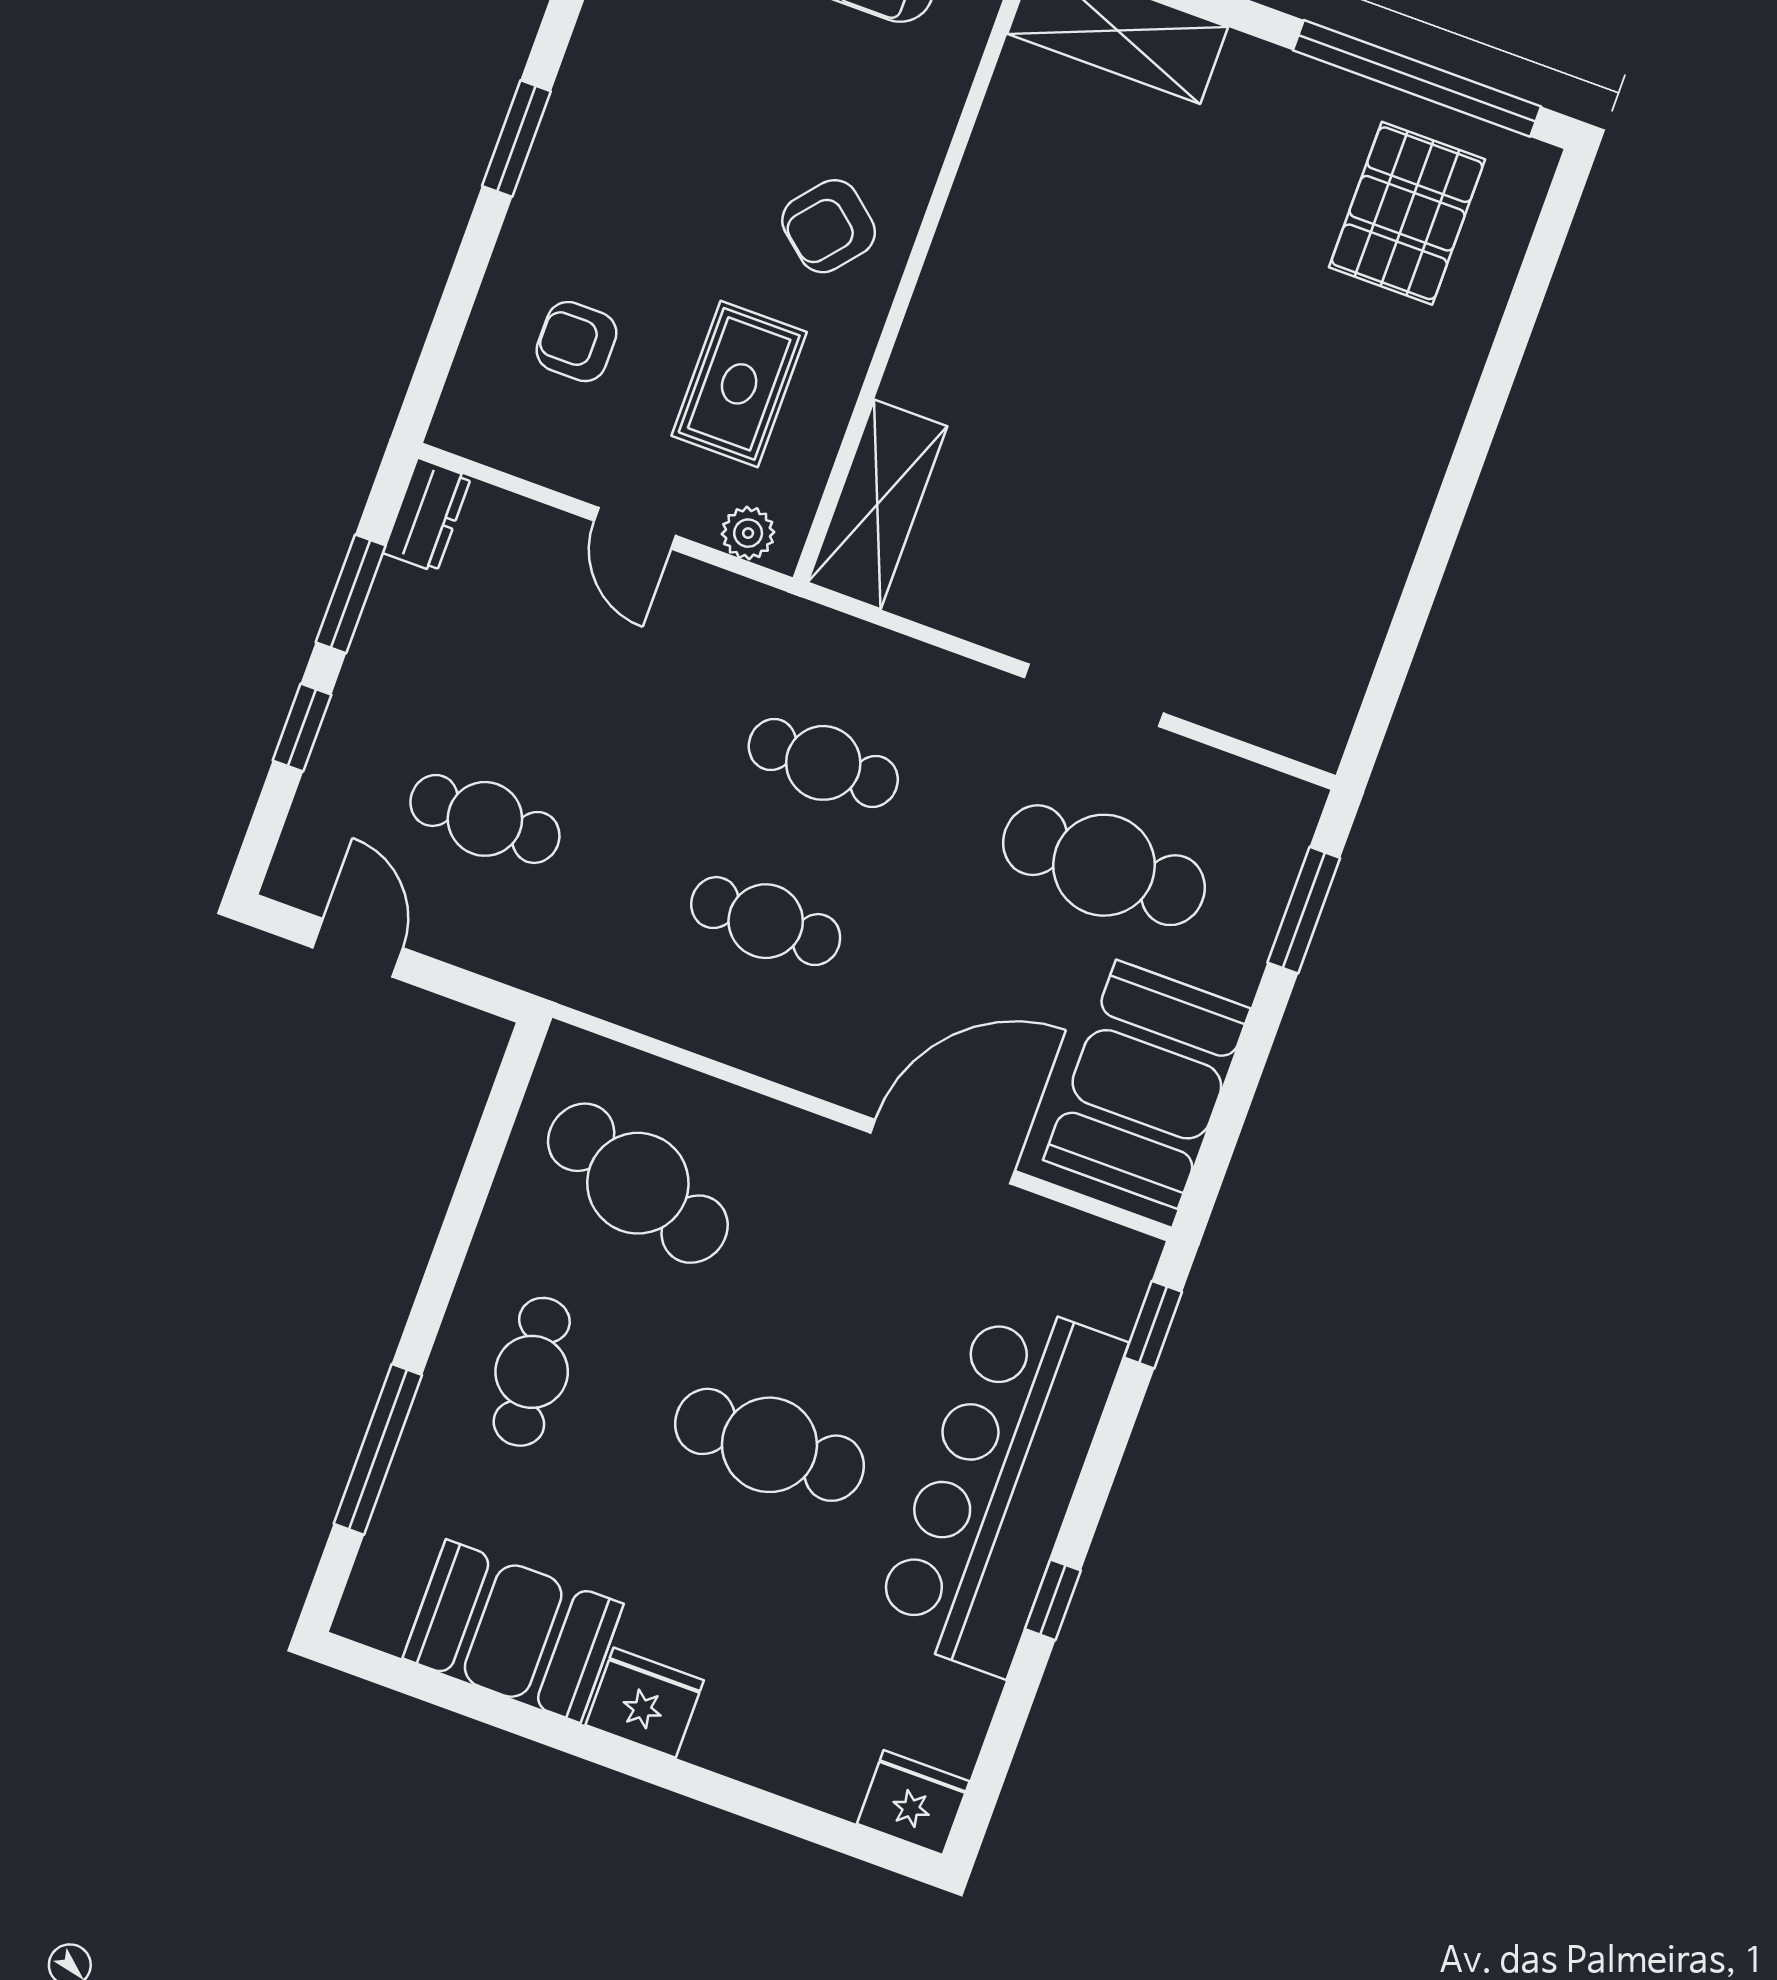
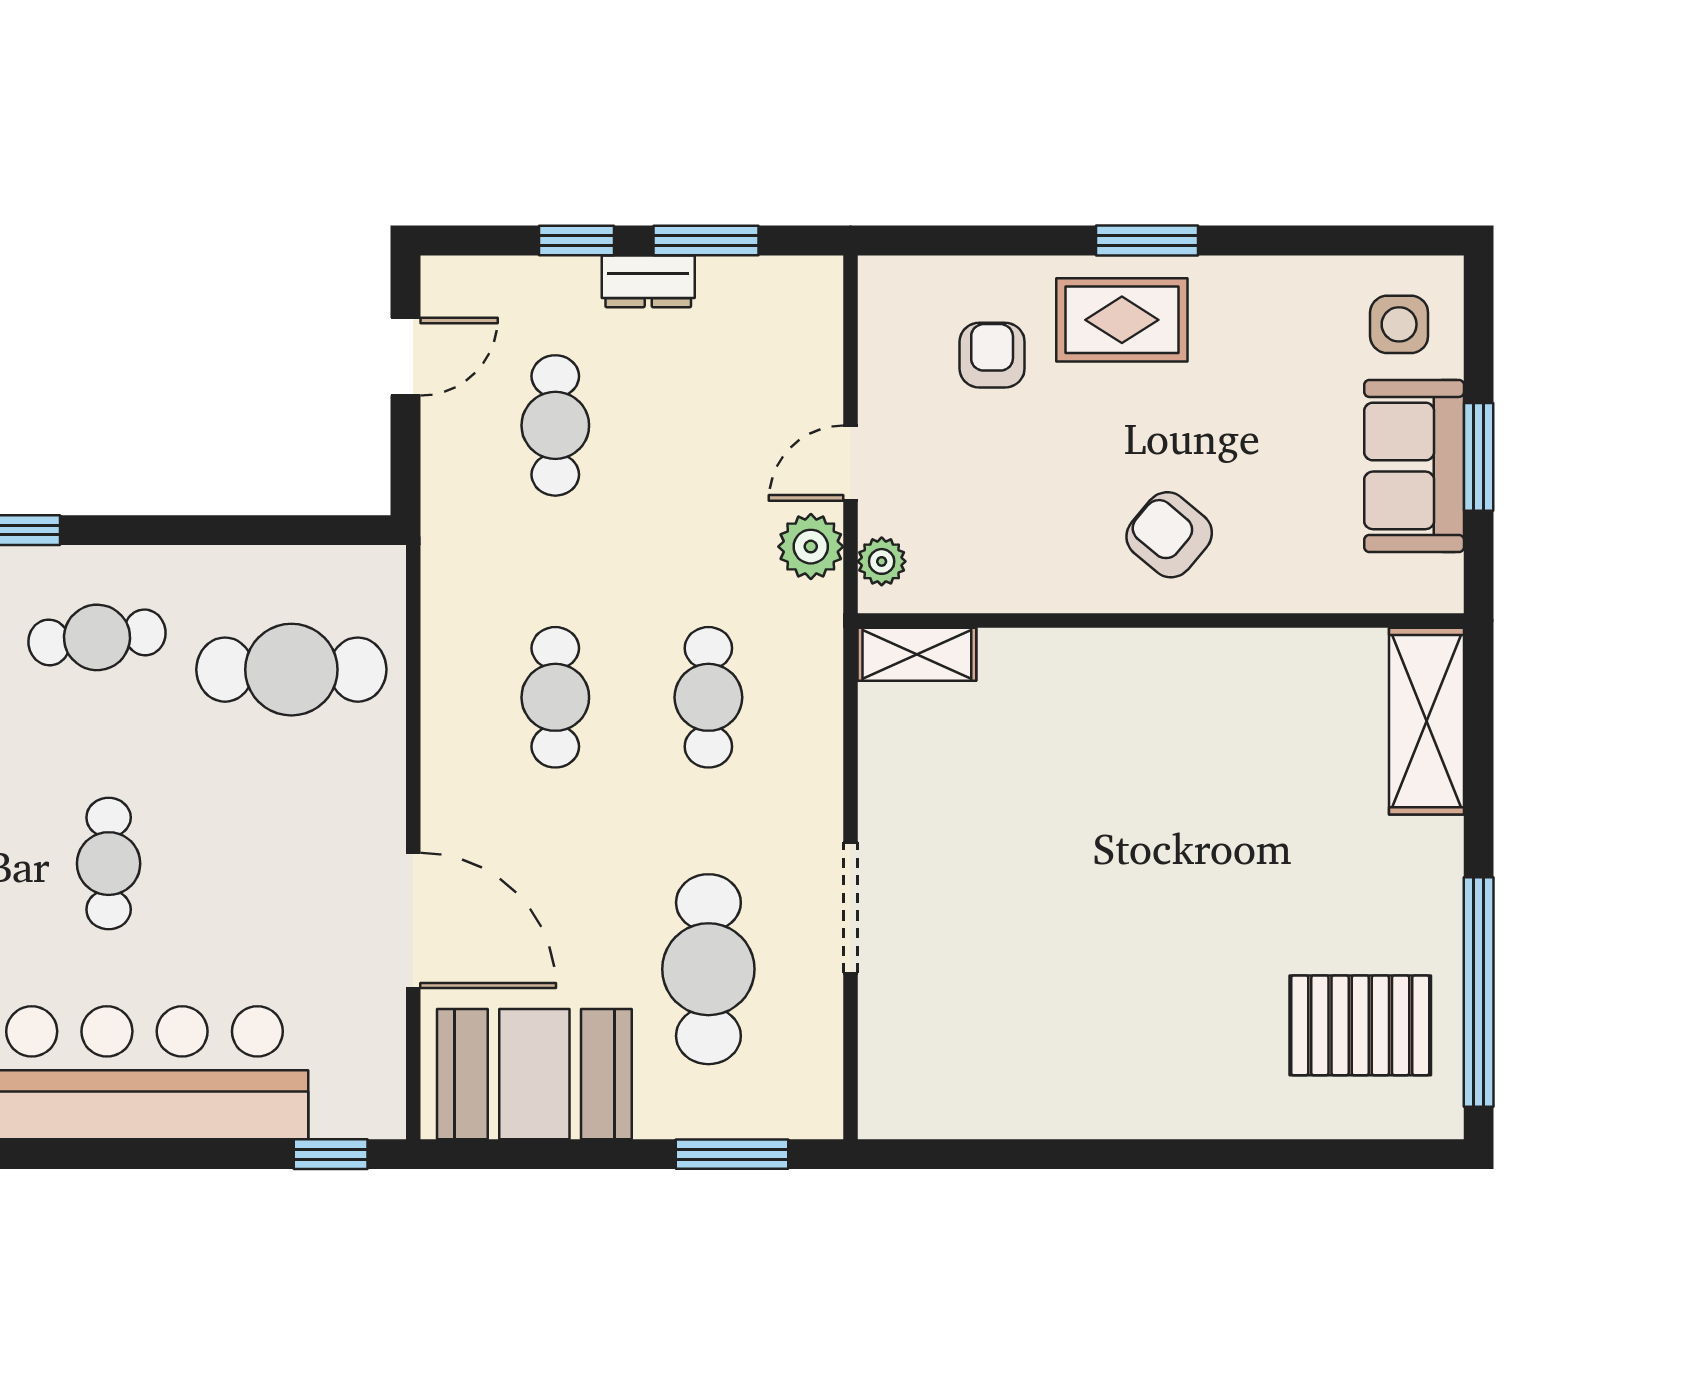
rug: (739, 384) -> (1122, 320), moved
shelving: (877, 504) -> (917, 654), width x0.67, depth x0.75
dresser: (427, 515) -> (648, 281), moved
plant: (706, 601) -> (811, 547), added
cafe table: (638, 1183) -> (291, 670), turned 71
cafe table: (769, 1445) -> (109, 864), width x0.73, depth x0.74
window: (1053, 1600) -> (64, 1154), removed

